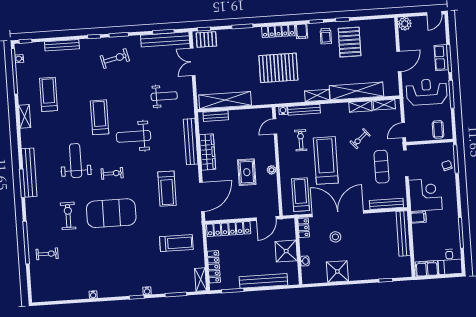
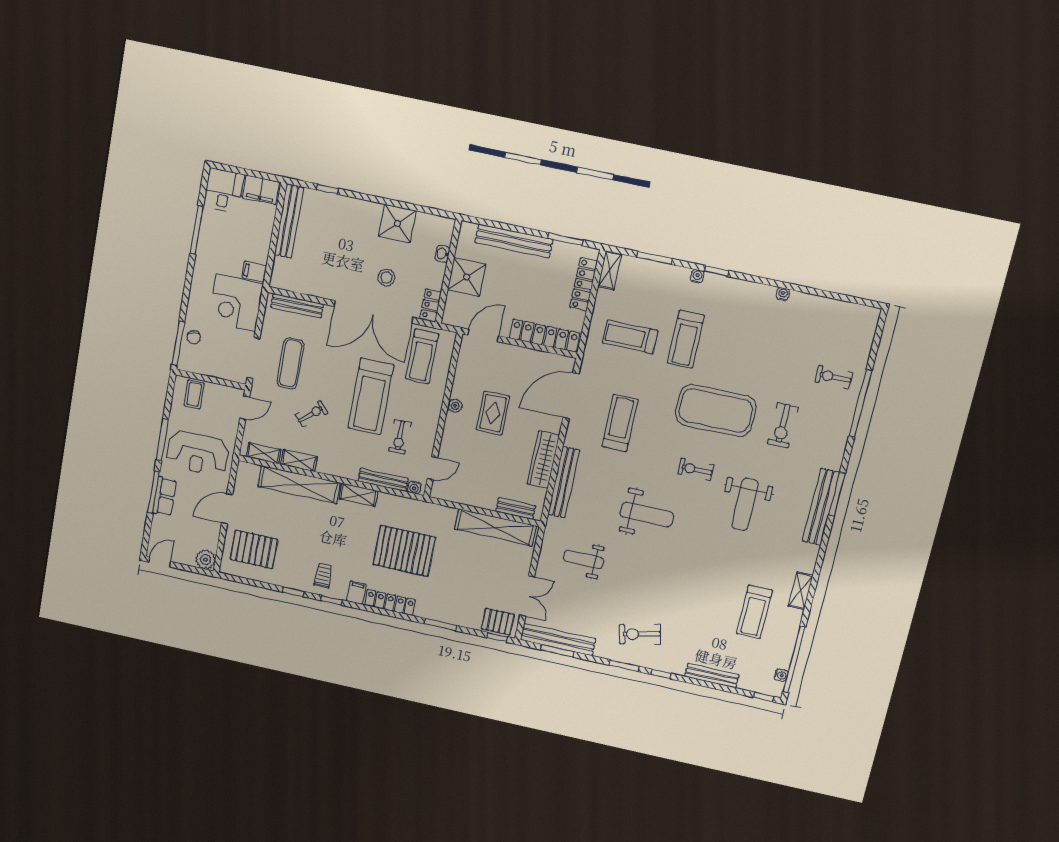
pallet: (350, 42) -> (254, 549), moved, turned 90
treadmill: (100, 117) -> (686, 339), moved
bench: (403, 233) -> (289, 221), moved

